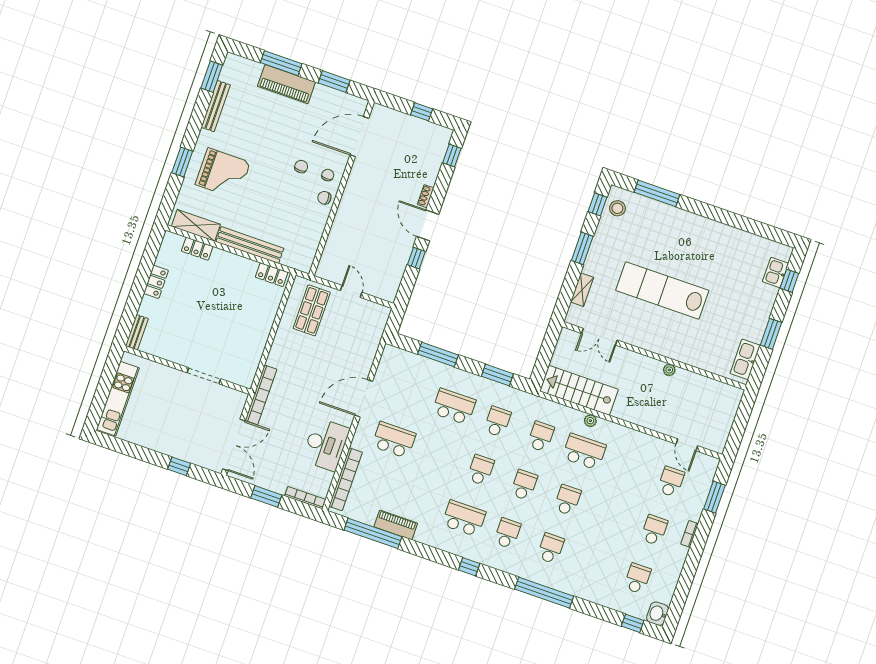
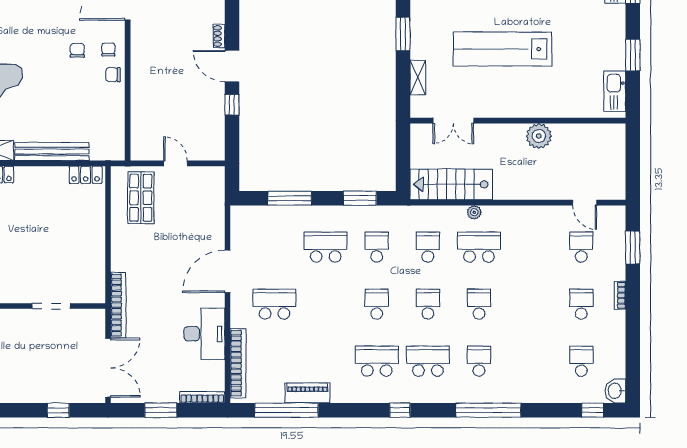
plant: (669, 370) -> (539, 136), width x1.87, depth x1.87
school desk: (507, 533) -> (428, 361), width x1.85

